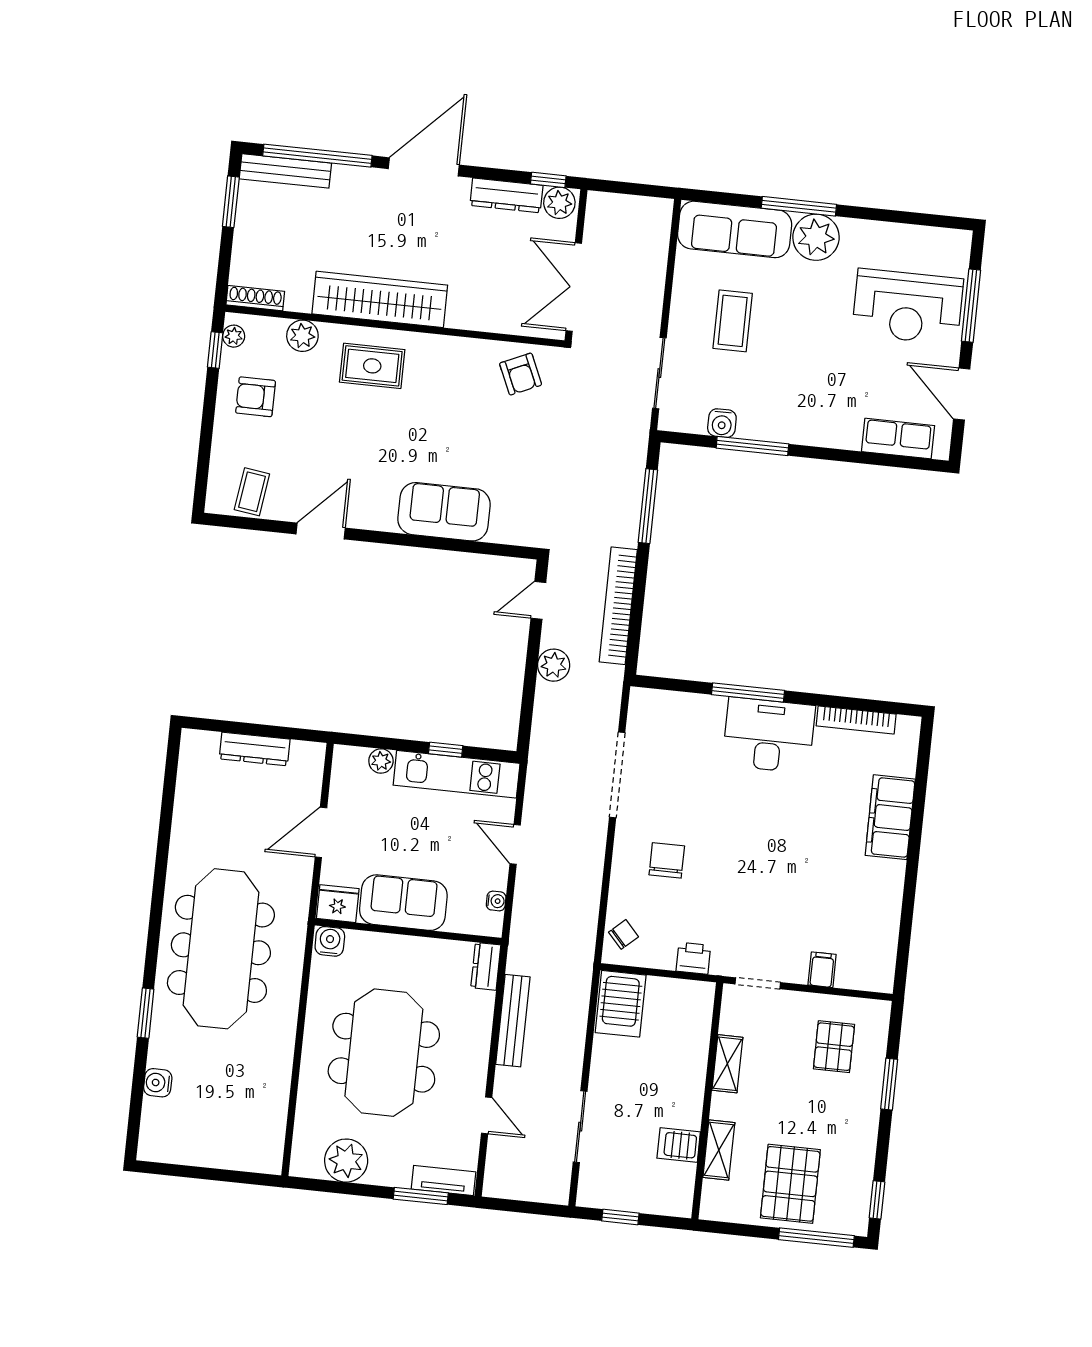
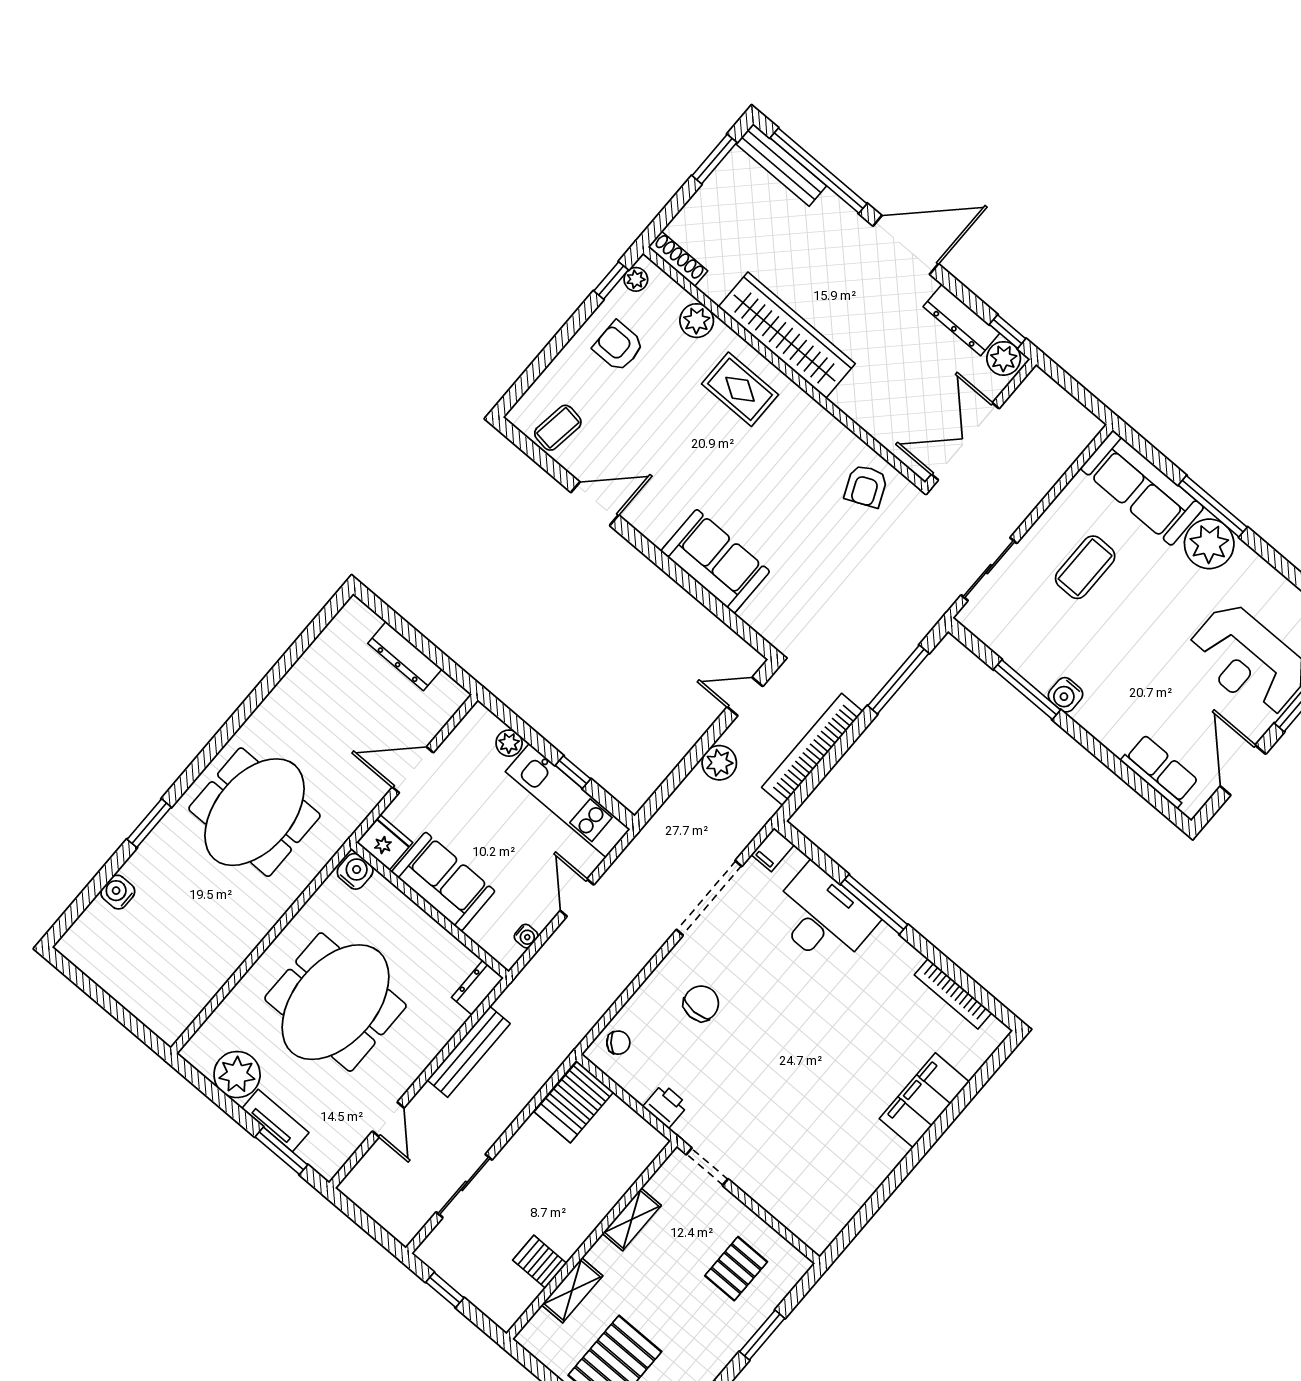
water cooler: (722, 423) -> (1065, 695), moved
desk: (769, 735) -> (823, 917), moved
meeting table: (221, 949) -> (254, 812), width x0.73
filing cabinet: (822, 970) -> (773, 850), moved, turned 180
tv unit: (443, 1180) -> (275, 1121), moved

